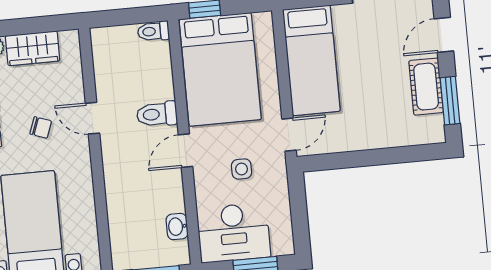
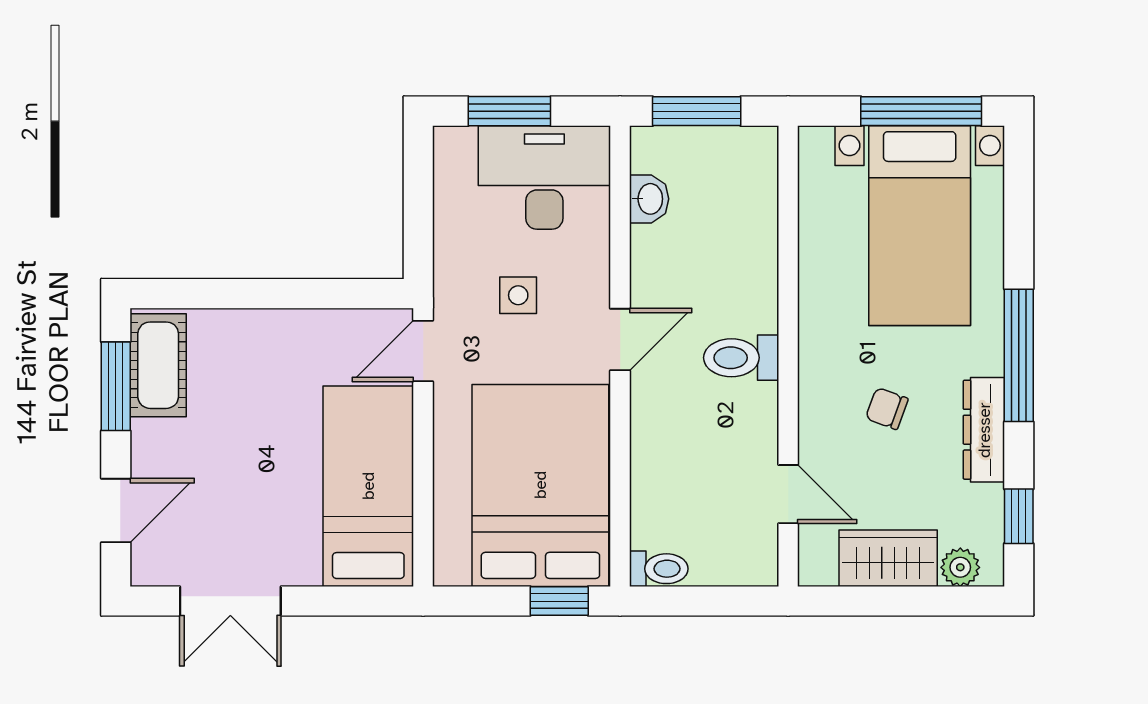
cot: (426, 87) -> (158, 365), moved
toilet: (157, 114) -> (741, 358), moved, turned 180
door: (93, 118) -> (788, 494), moved

